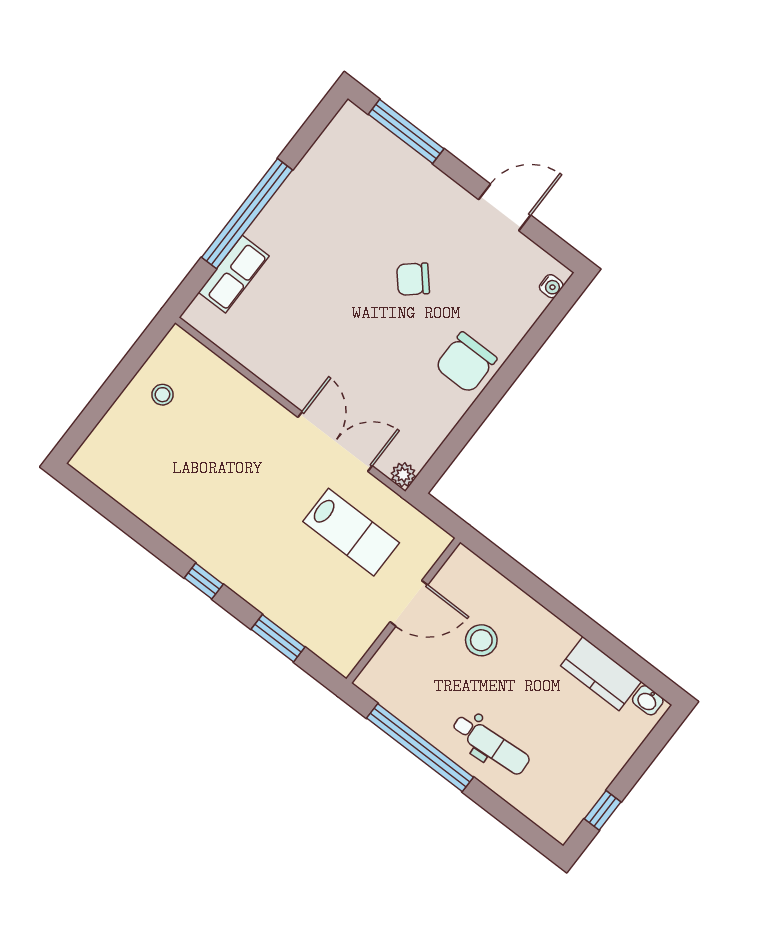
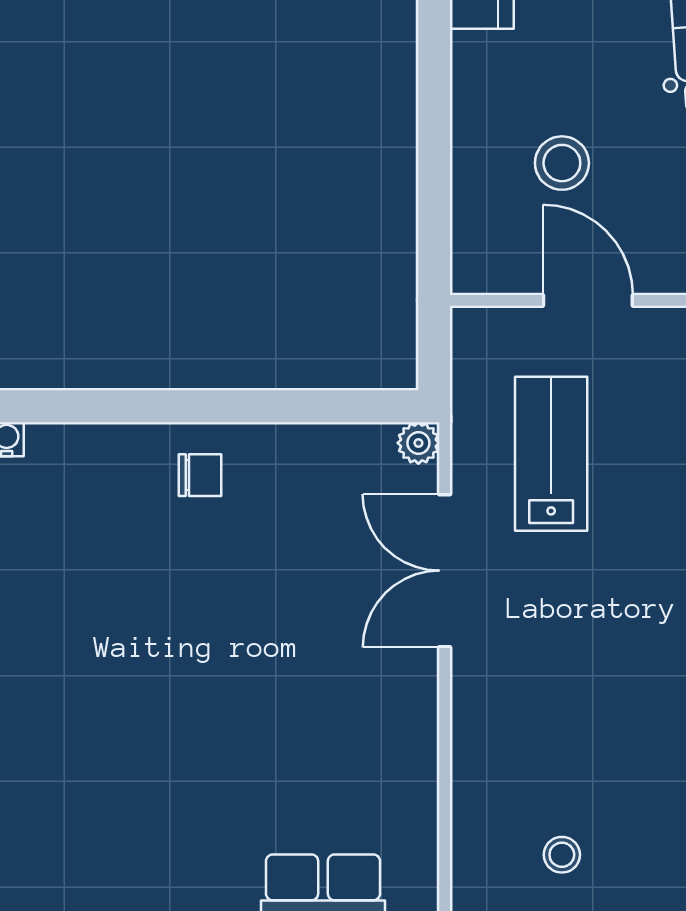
chair: (413, 279) -> (142, 635), removed
chair: (466, 363) -> (200, 475), width x0.54, depth x0.54

